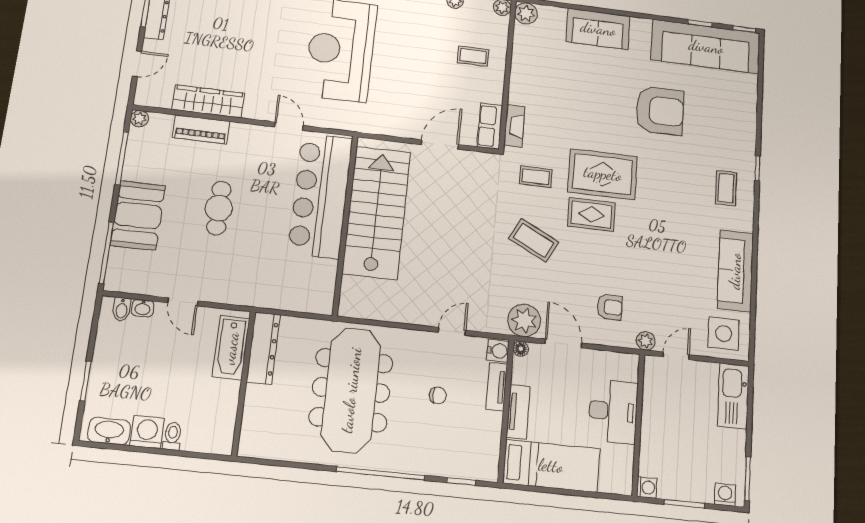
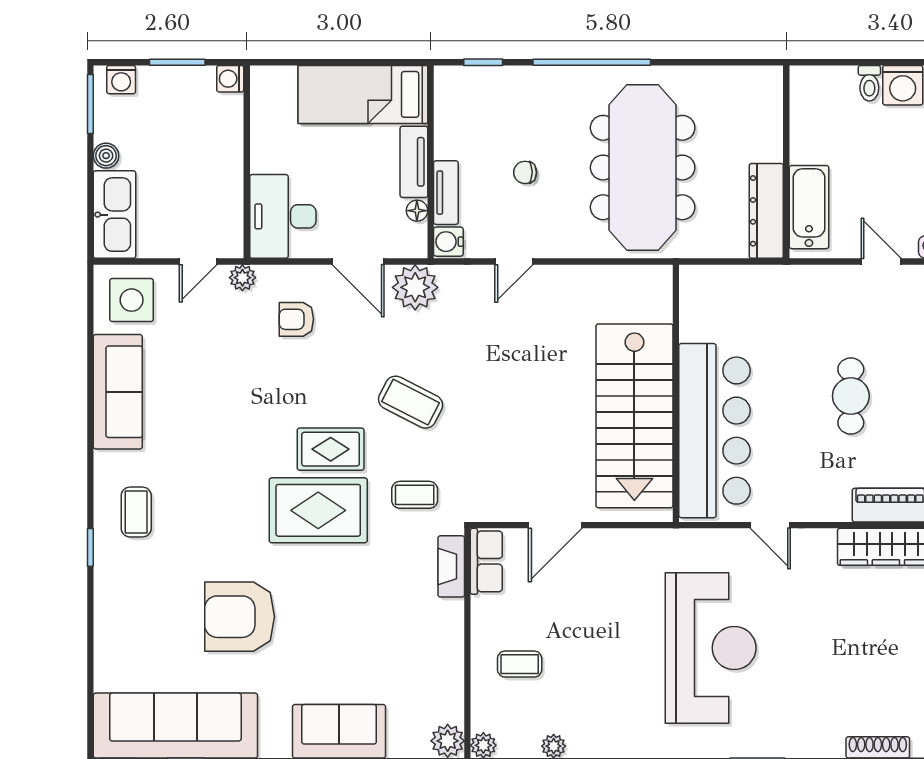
floor lamp: (521, 349) -> (417, 211), moved
desk: (613, 411) -> (283, 216), moved
boiler: (738, 439) -> (106, 156), added

